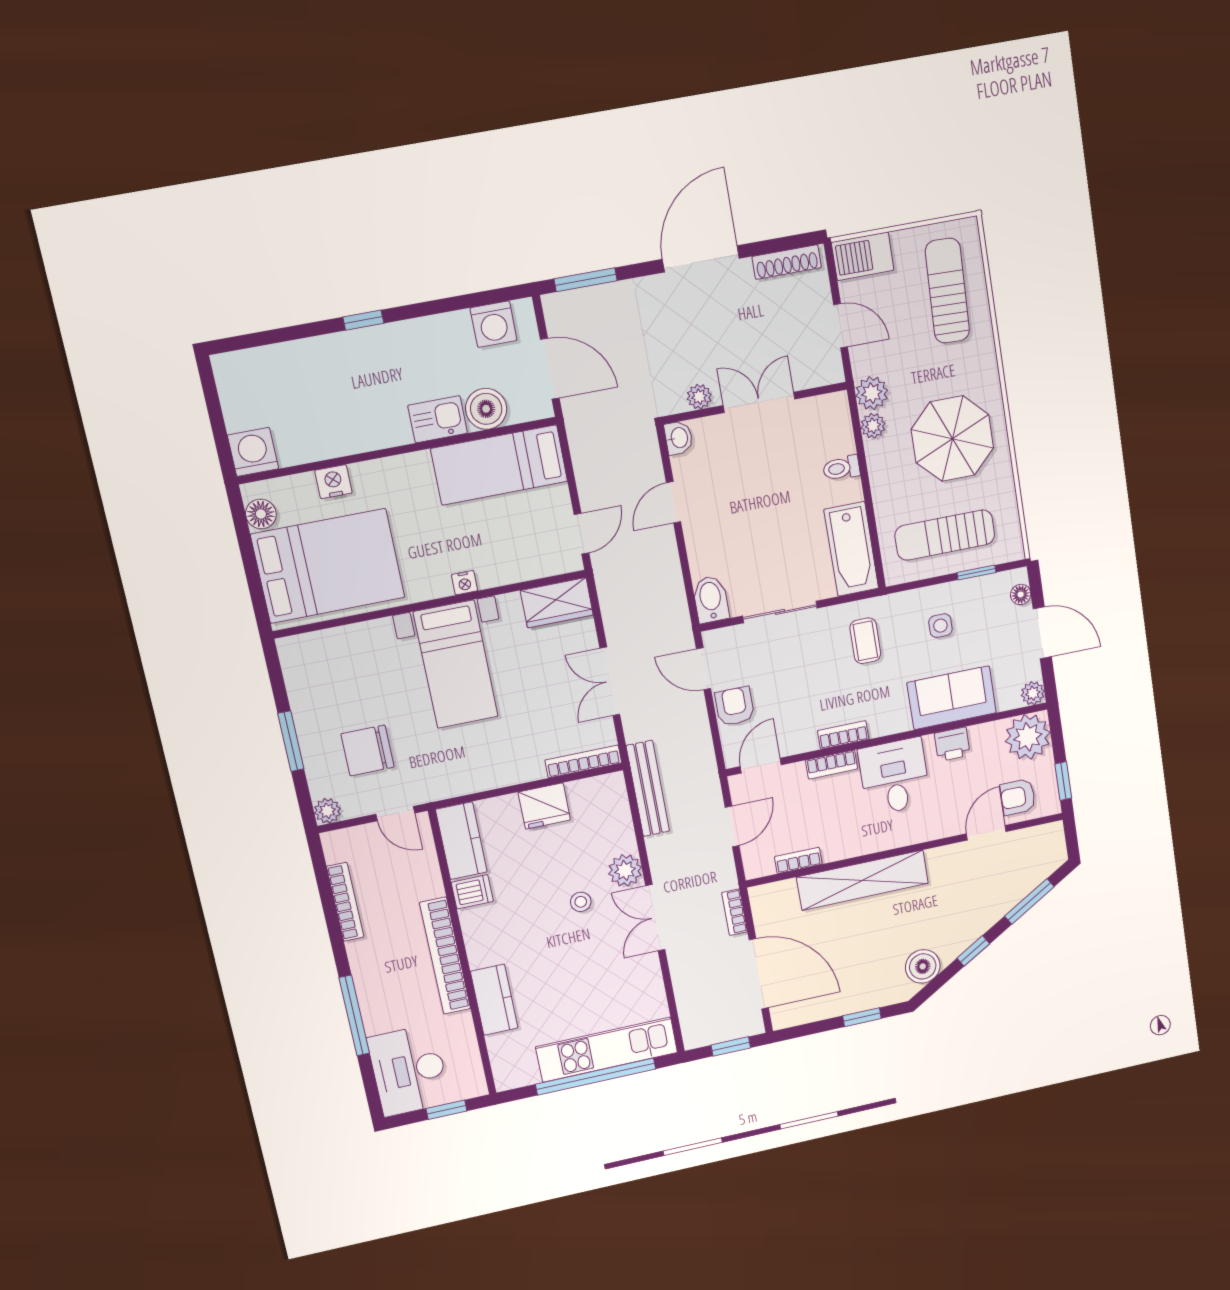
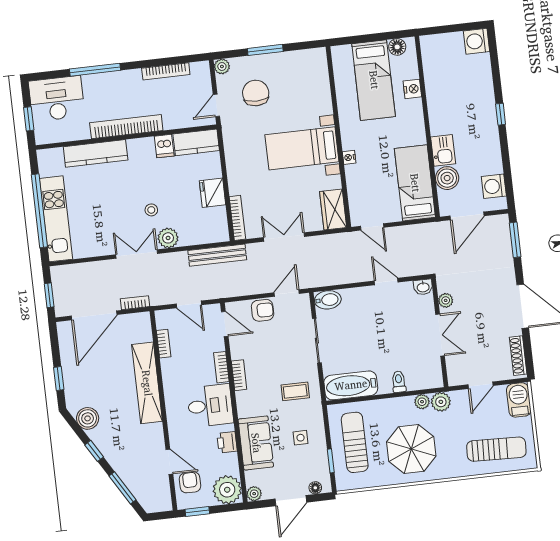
washing machine: (253, 452) -> (476, 41), moved, turned 180
bed: (328, 566) -> (374, 80), width x0.67
kitchen counter: (494, 1000) -> (96, 153), width x1.50

